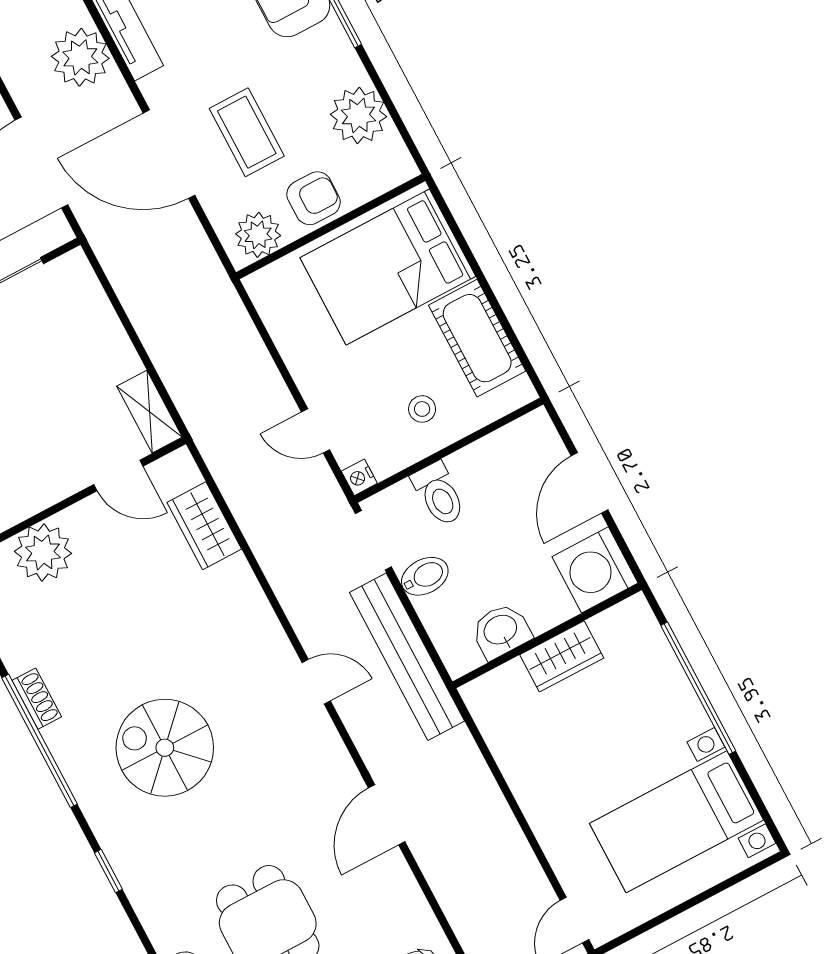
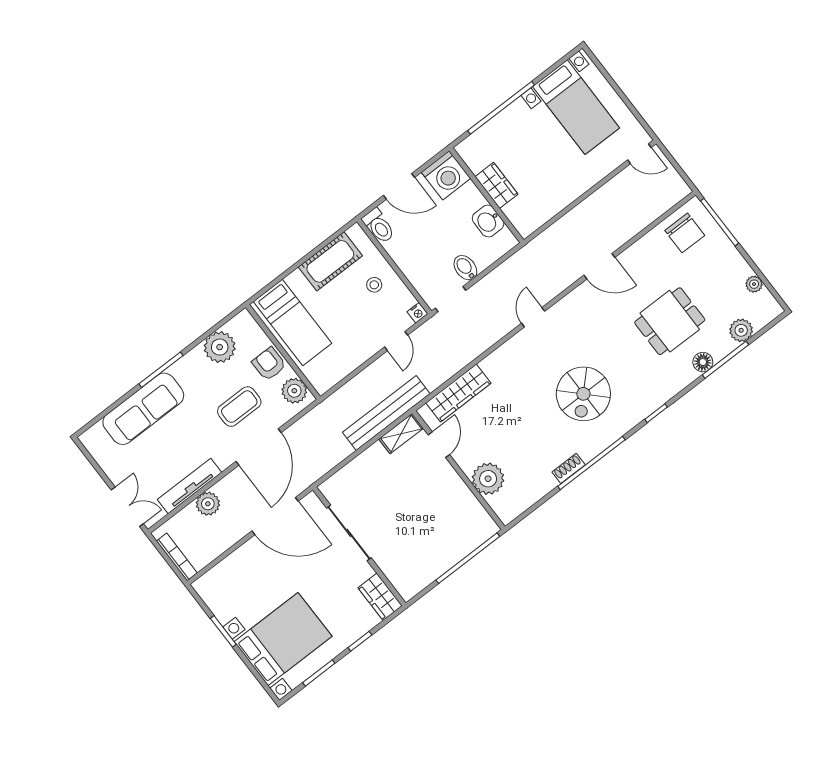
plant: (80, 57) -> (208, 504), width x0.73, depth x0.73
bed: (388, 267) -> (293, 322), width x0.67
toilet: (439, 494) -> (379, 226), moved, turned 90
wardrobe: (204, 526) -> (458, 393), width x1.50
bench: (407, 657) -> (386, 413), moved

